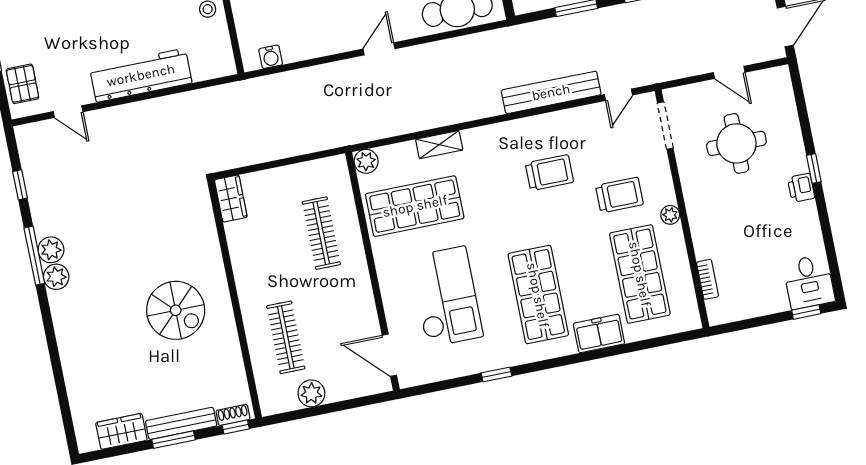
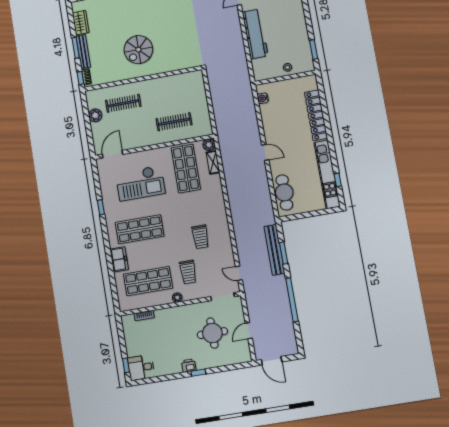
bench: (551, 92) -> (274, 250), moved
shelving: (439, 145) -> (213, 162), moved
wardrobe: (231, 199) -> (193, 77), removed

